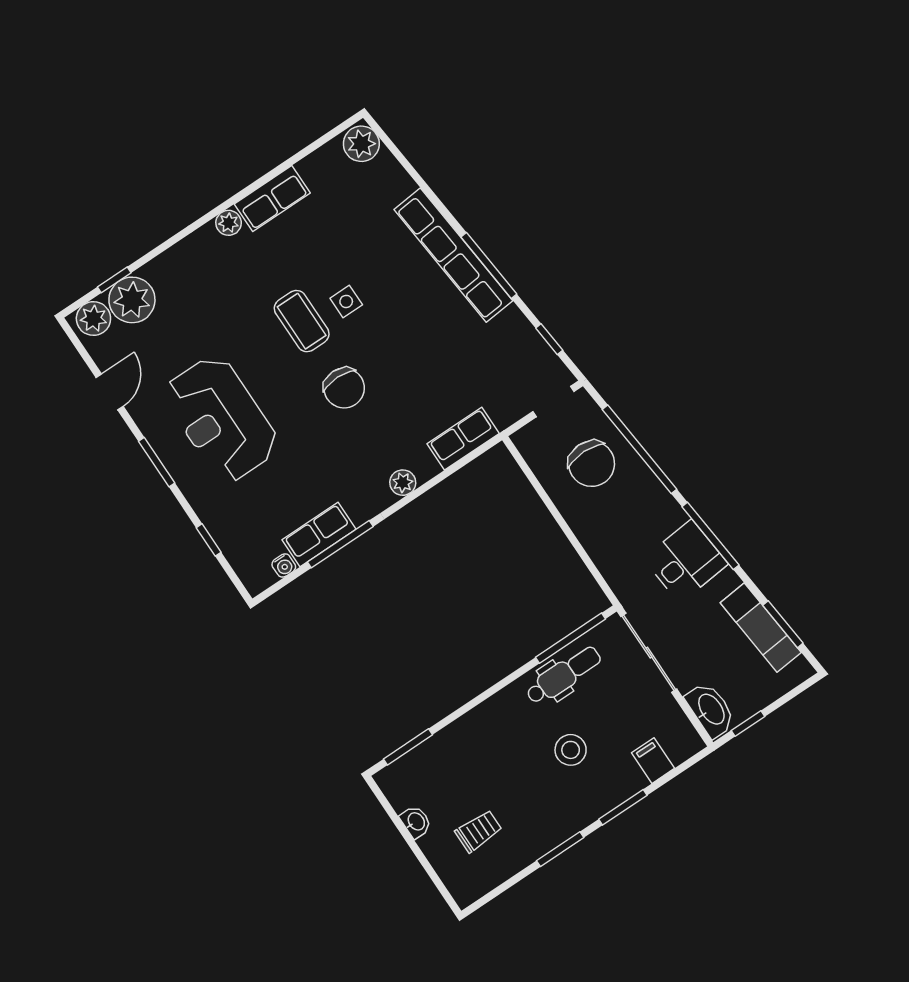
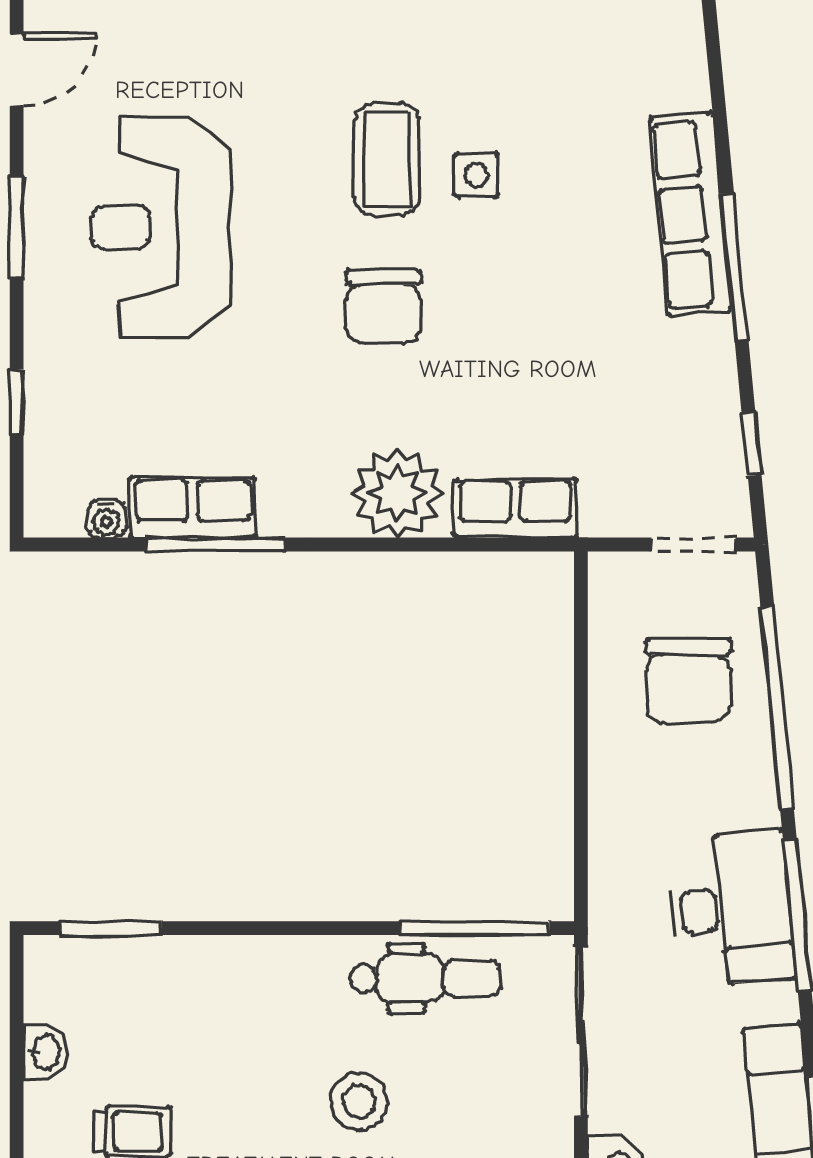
row of seats: (453, 255) -> (690, 214), width x0.73
plant: (403, 483) -> (397, 493), width x1.87, depth x1.87
desk: (686, 561) -> (731, 908), width x1.37

